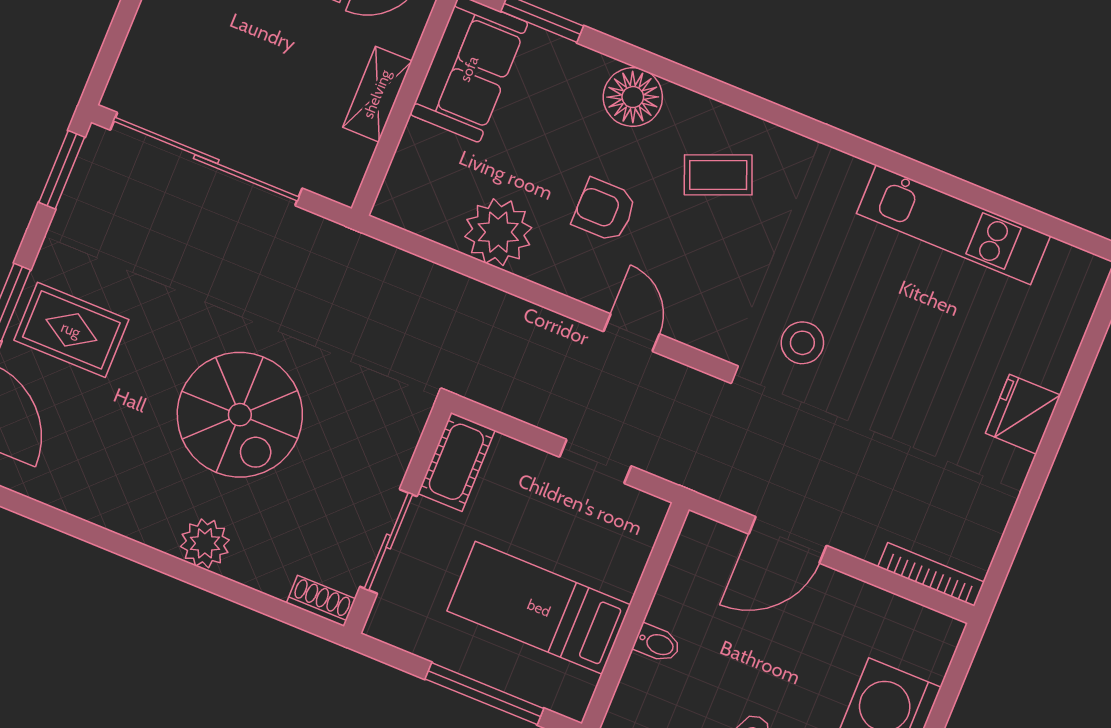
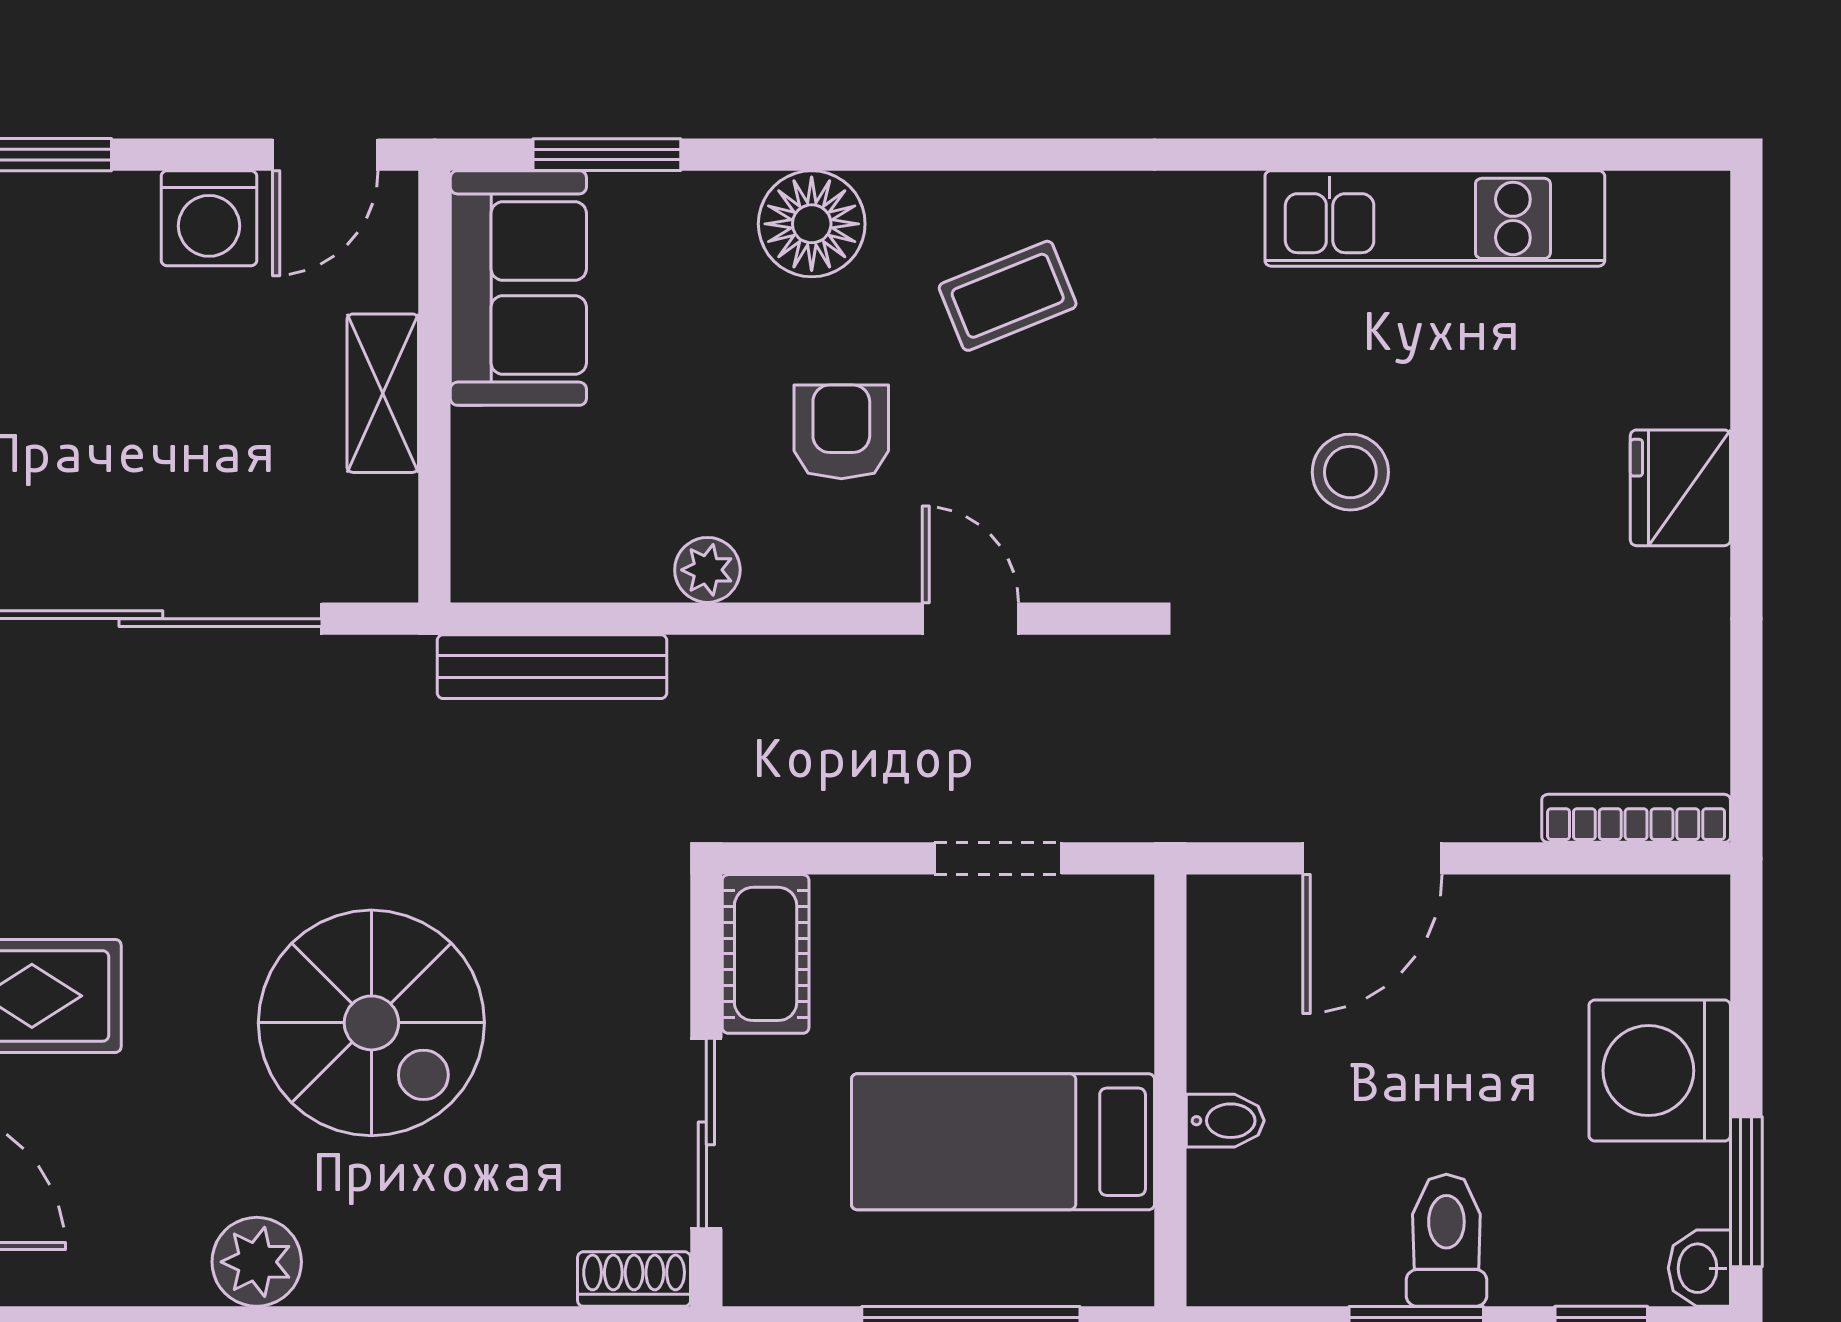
armchair: (604, 210) -> (841, 432), turned 90
plant: (498, 232) -> (707, 570), width x0.53, depth x0.53
bench: (407, 270) -> (552, 667), added
stool: (802, 343) -> (1350, 472), moved
plant: (205, 543) -> (257, 1262), moved

